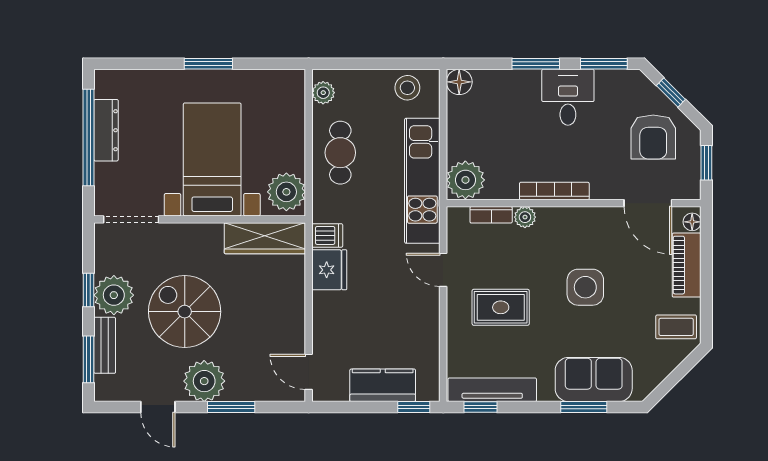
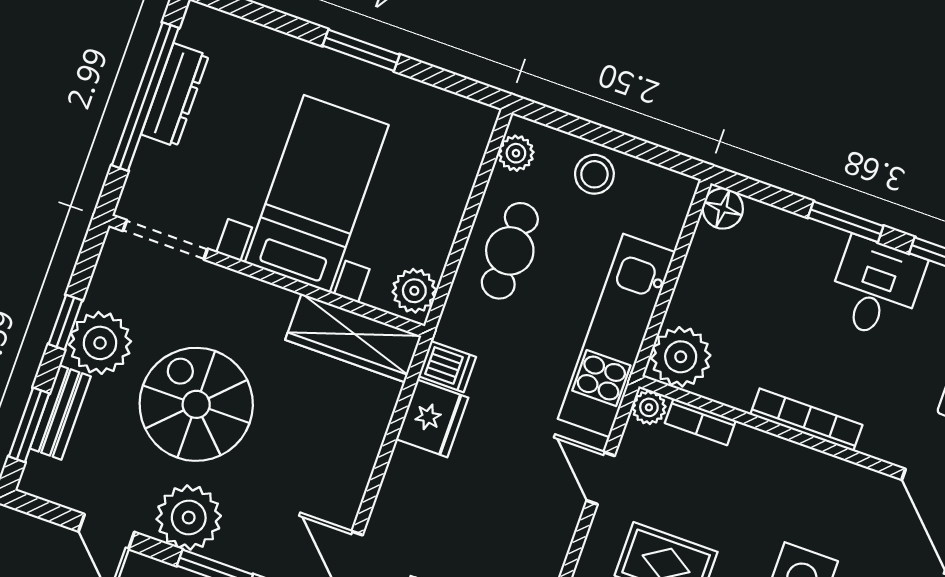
stool: (407, 88) -> (594, 174), moved
plant: (286, 192) -> (414, 291), width x0.73, depth x0.73
plant: (525, 217) -> (649, 407), moved

